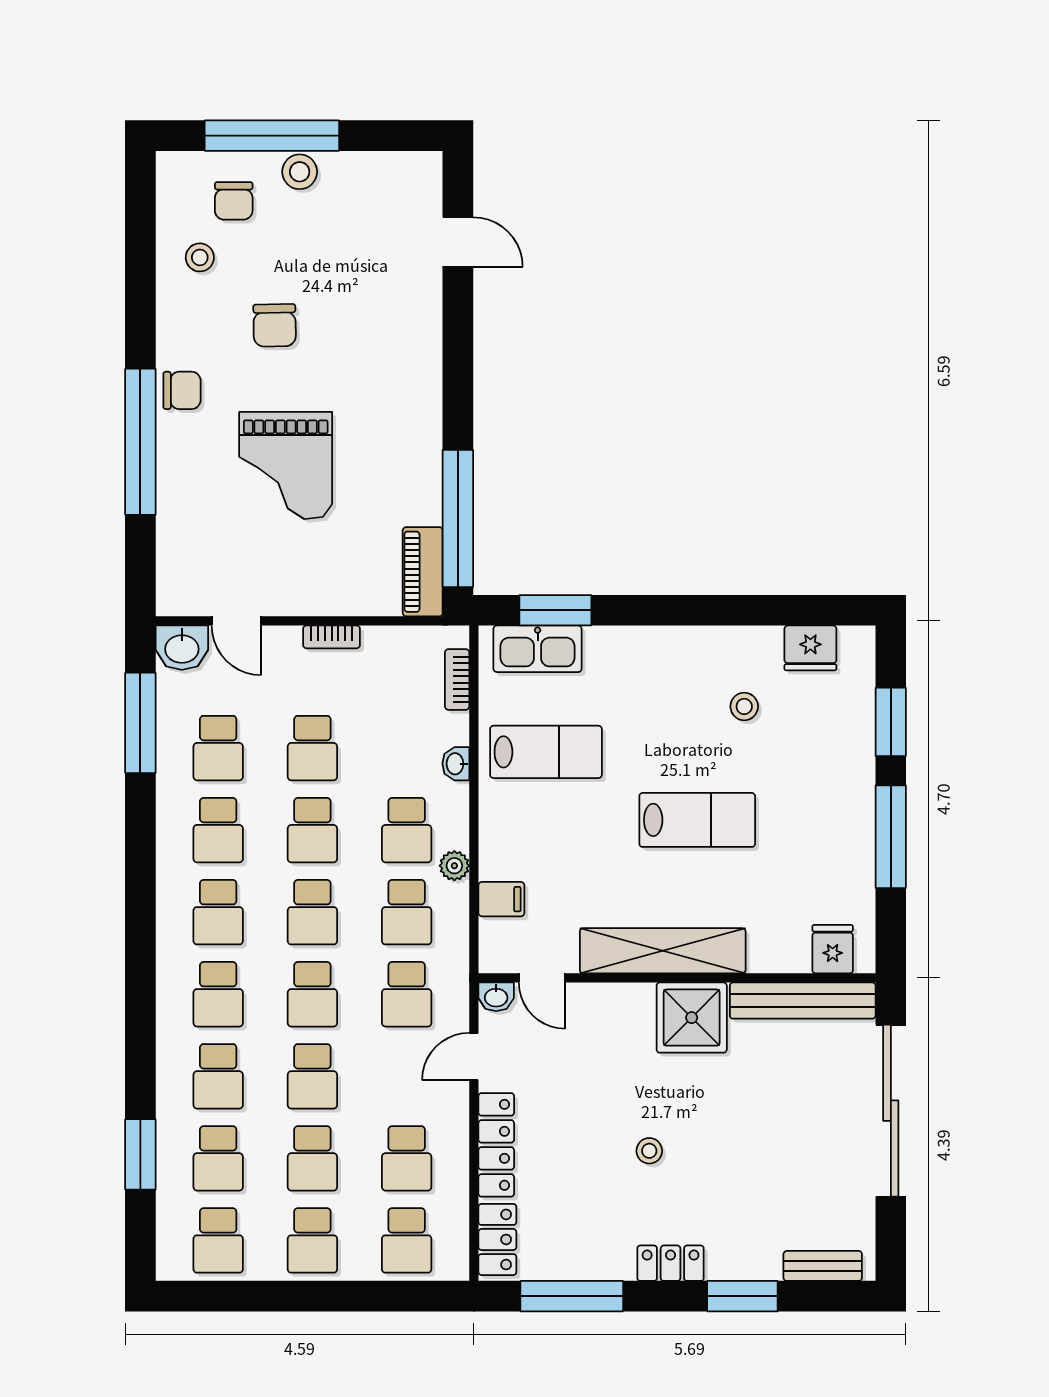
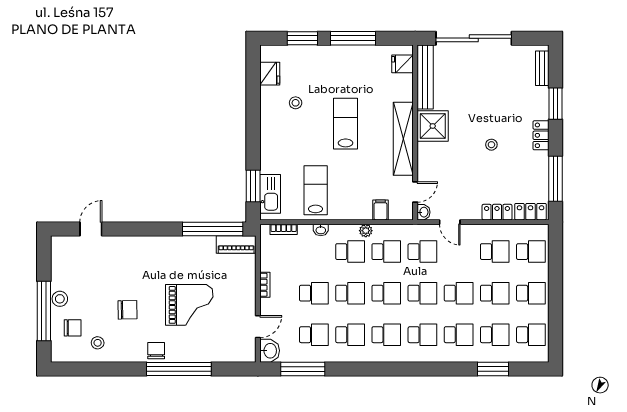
locker: (496, 1145) -> (497, 212), width x0.66

